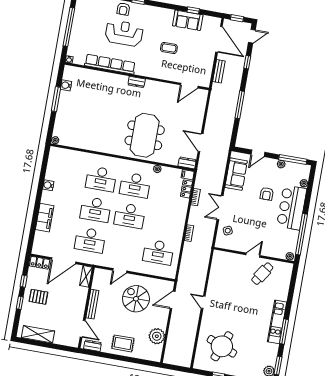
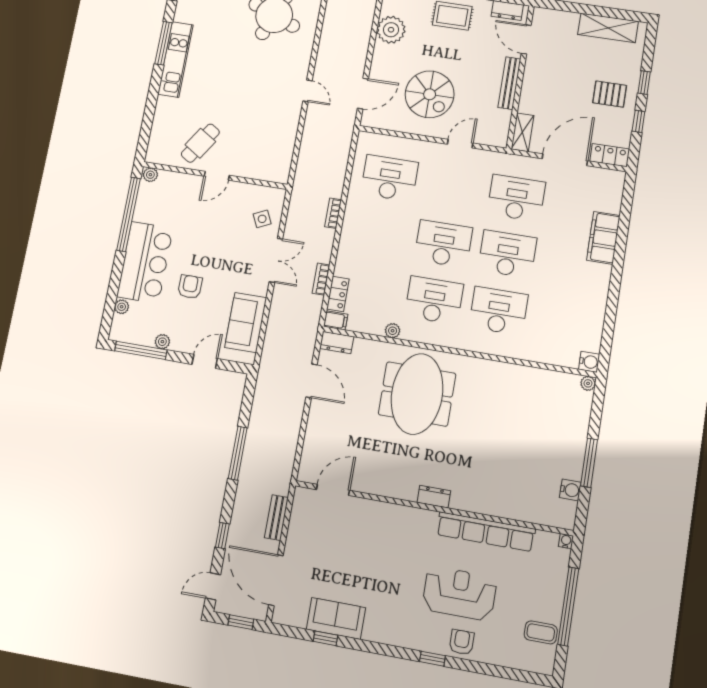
reception desk: (124, 33) -> (459, 593), turned 180
coffee table: (169, 48) -> (541, 632), moved
water cooler: (48, 185) -> (589, 362), moved

